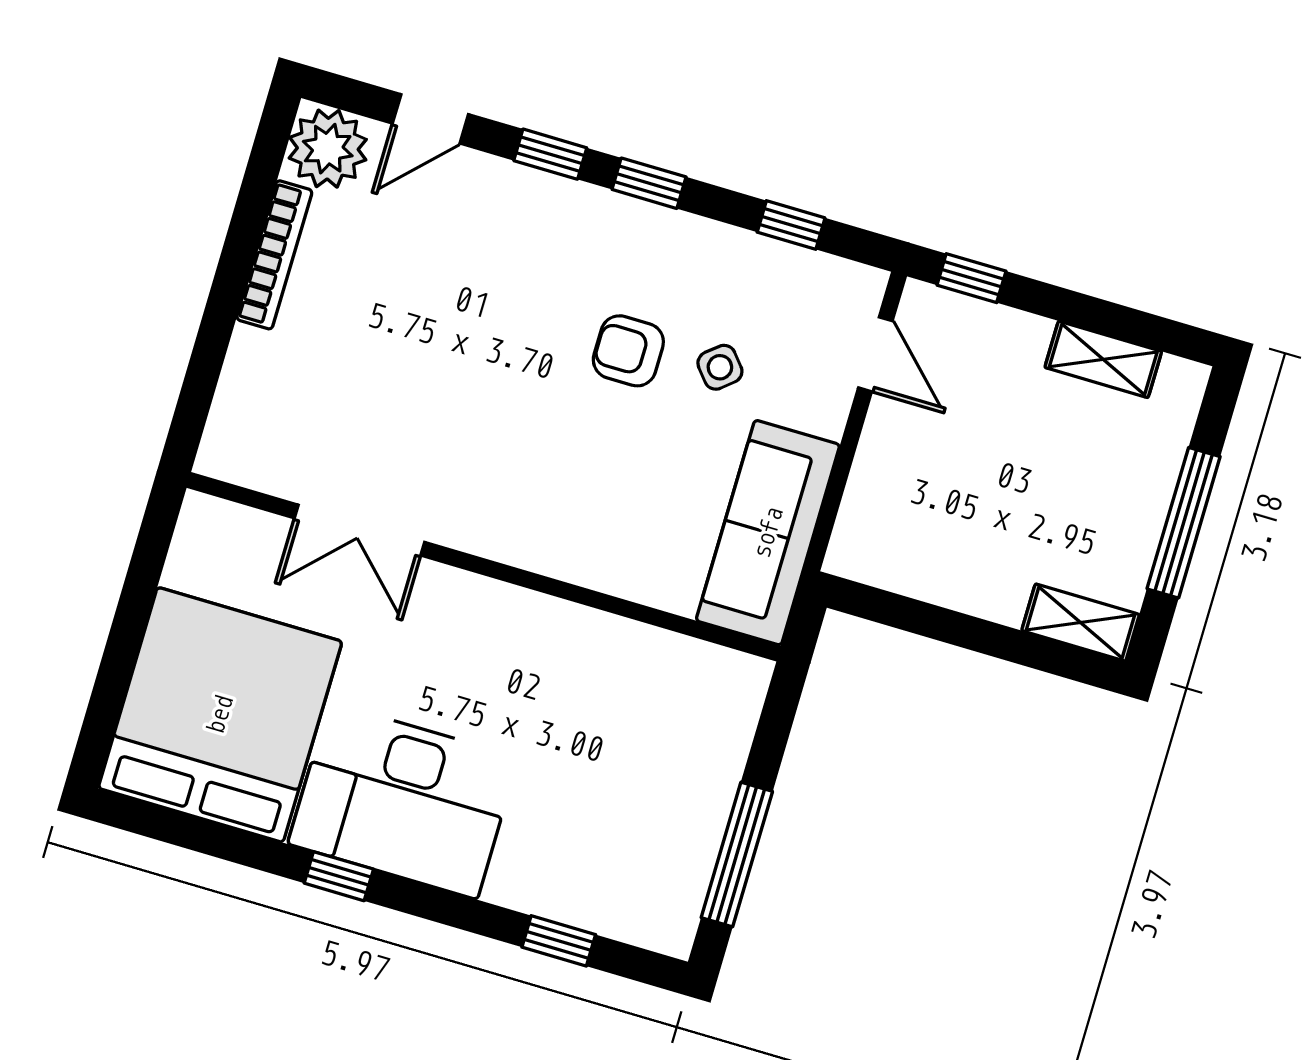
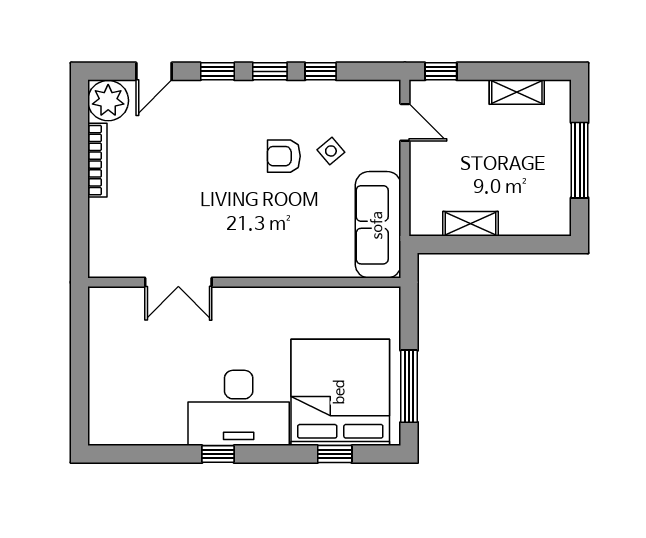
window: (791, 225) -> (321, 71), moved
shelving: (1080, 623) -> (471, 224), moved
bed: (220, 715) -> (340, 392), moved

